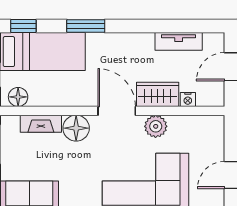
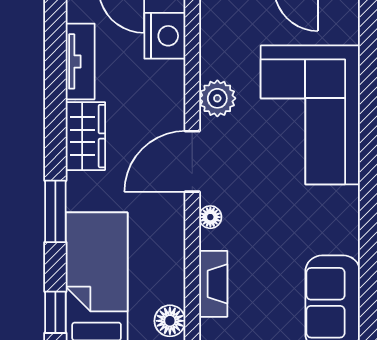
wardrobe: (158, 94) -> (85, 136), moved, turned 180
nightstand: (188, 99) -> (165, 36), width x1.89, depth x1.79
floor lamp: (76, 128) -> (210, 217), width x0.53, depth x0.53

